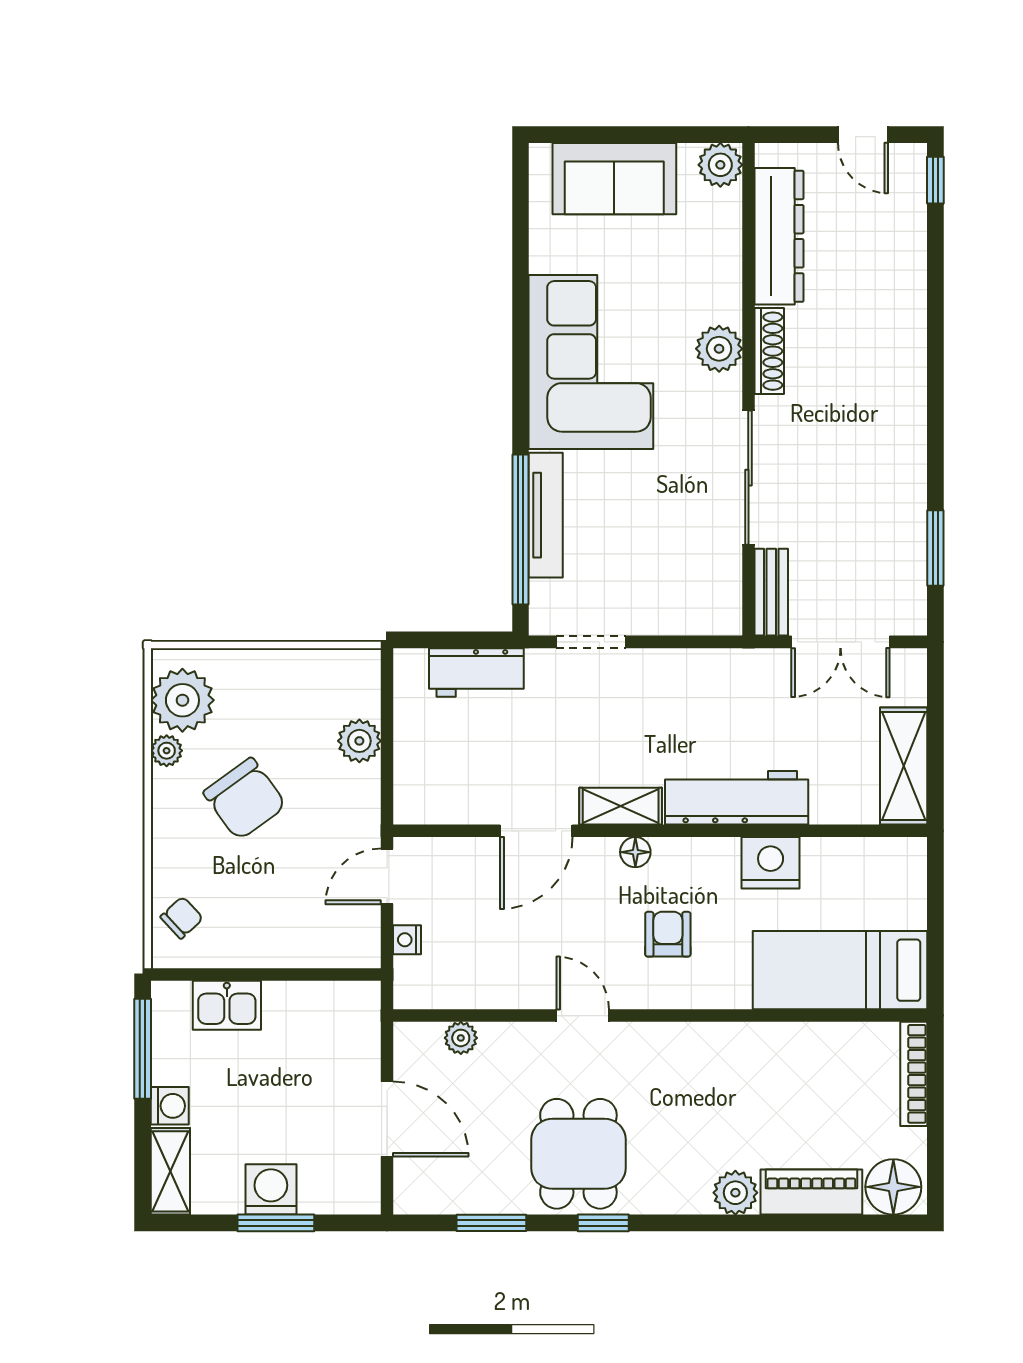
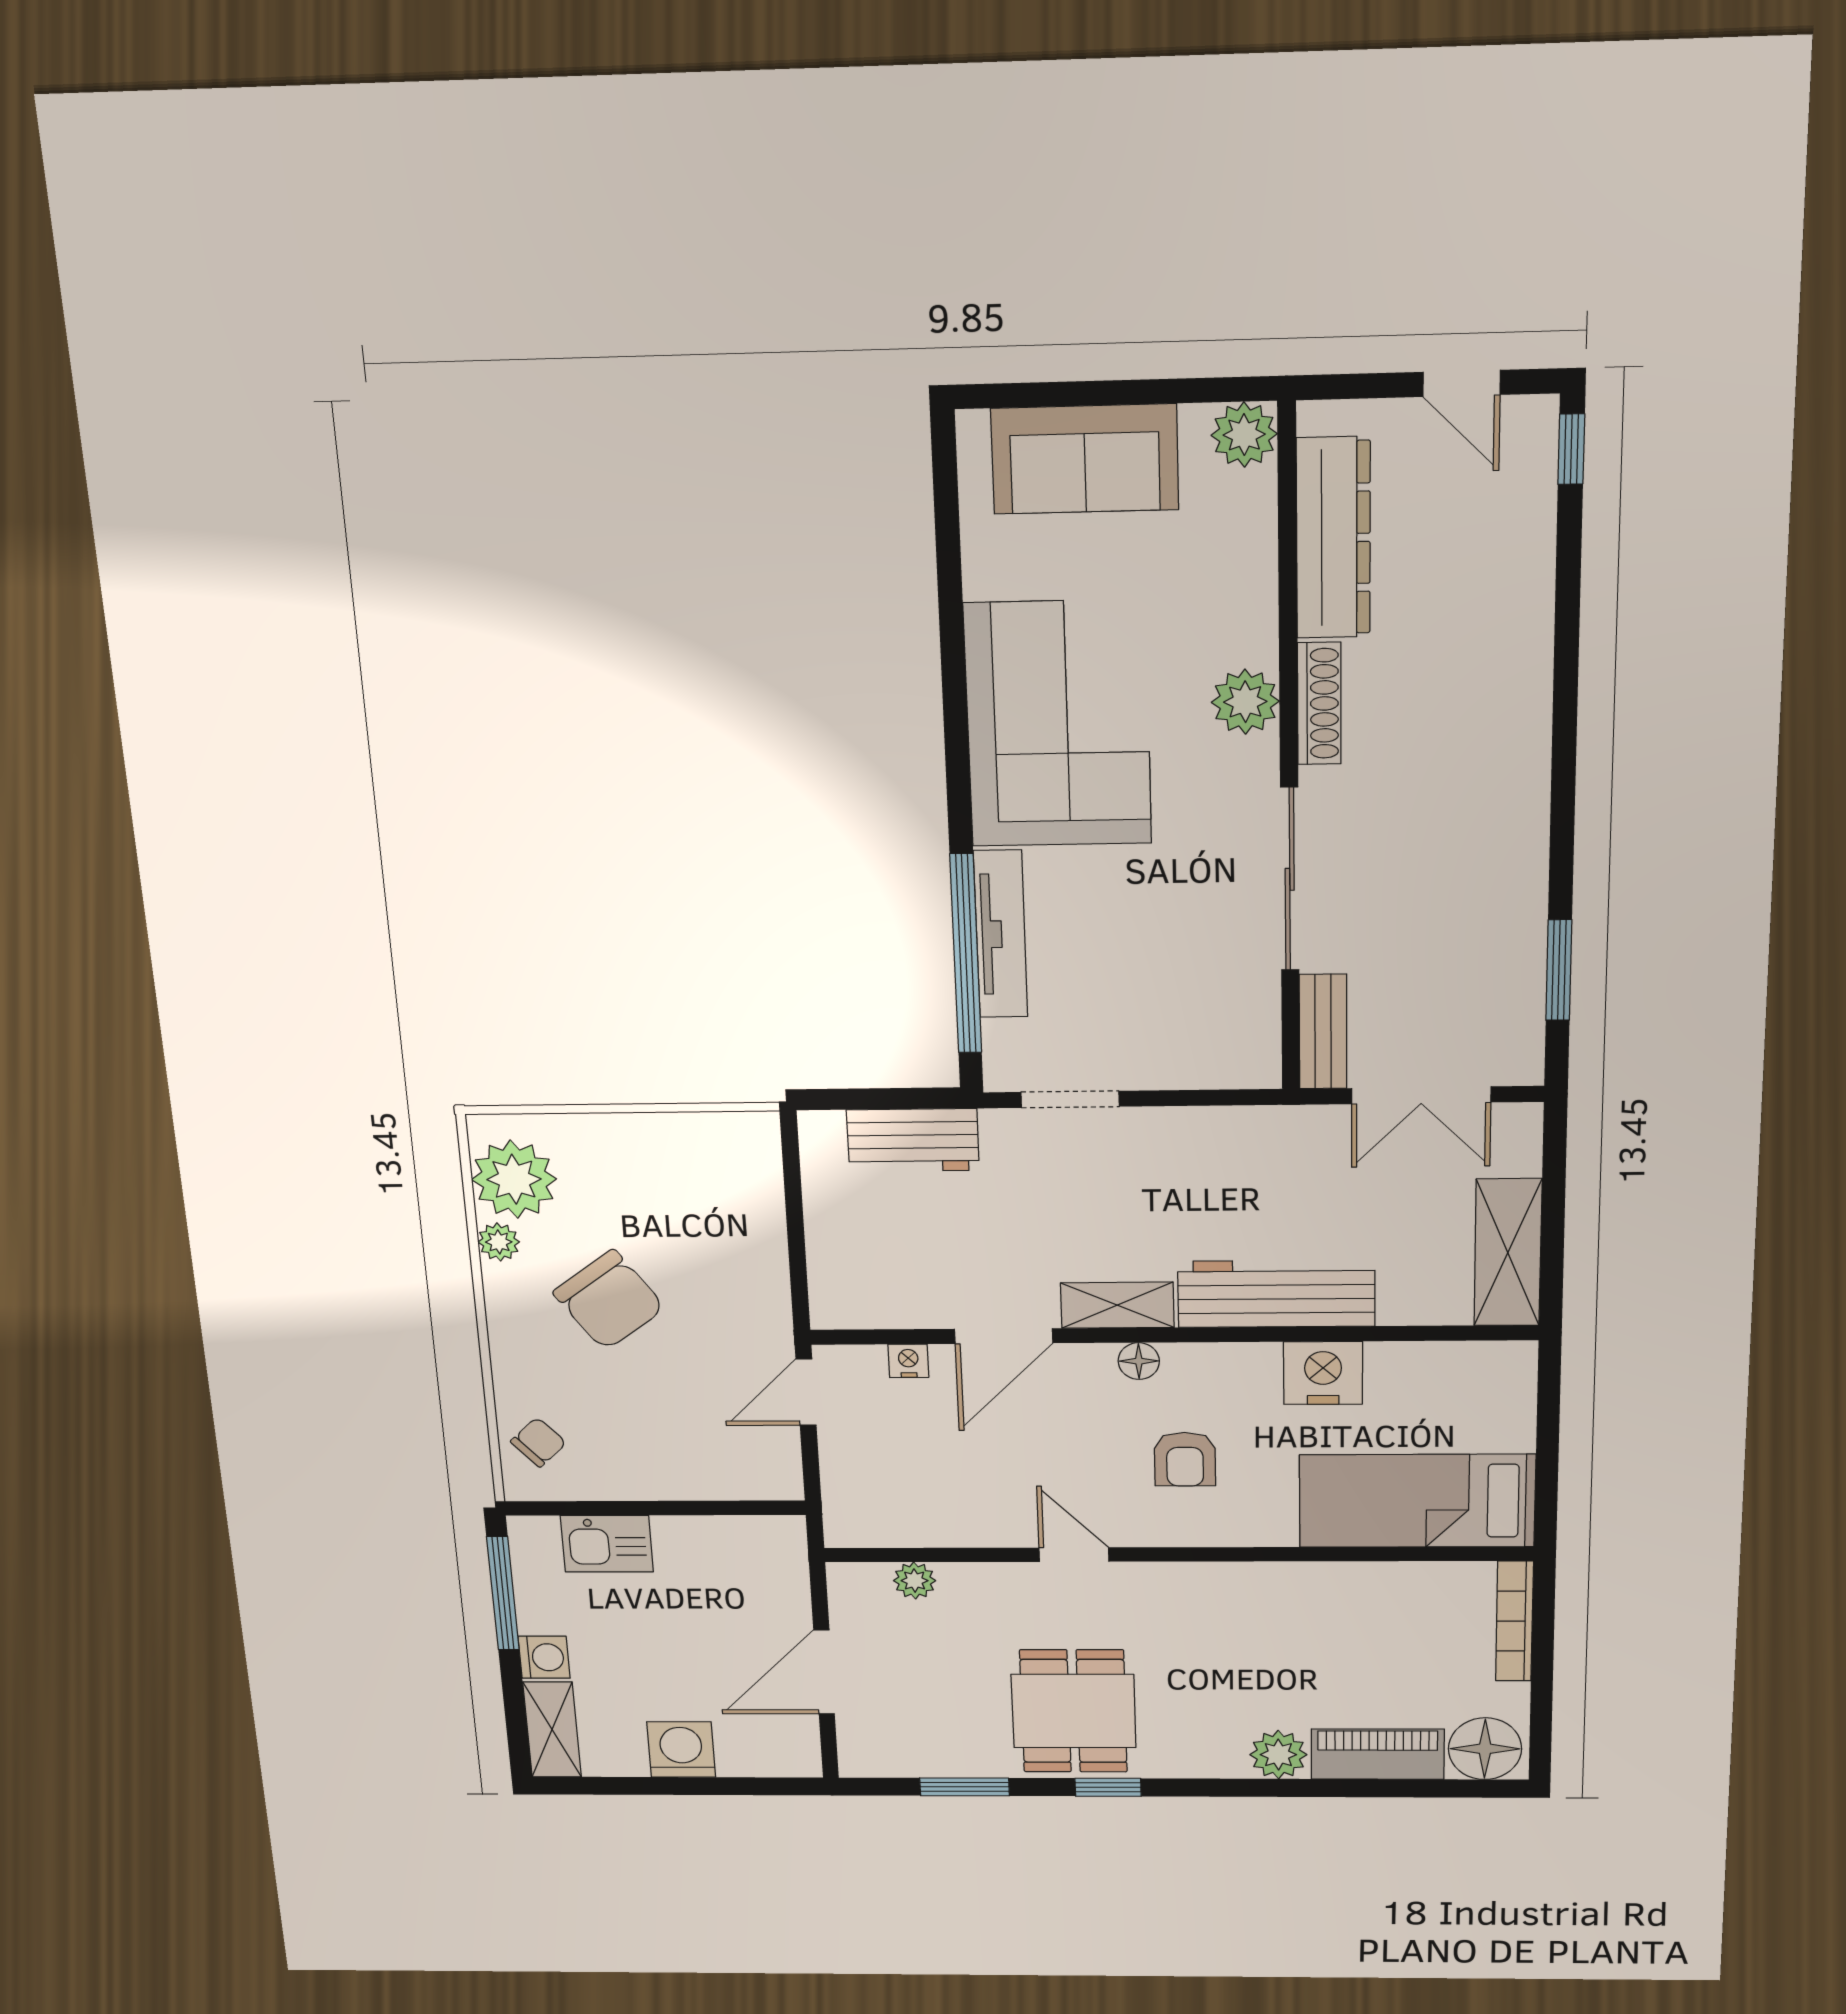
plant: (359, 741) -> (758, 1228), removed
armchair: (668, 934) -> (1185, 1459), turned 180
nightstand: (407, 940) -> (908, 1361), moved, turned 90
door: (387, 1119) -> (824, 1672), swing flipped
window: (276, 1223) -> (691, 1786), removed

